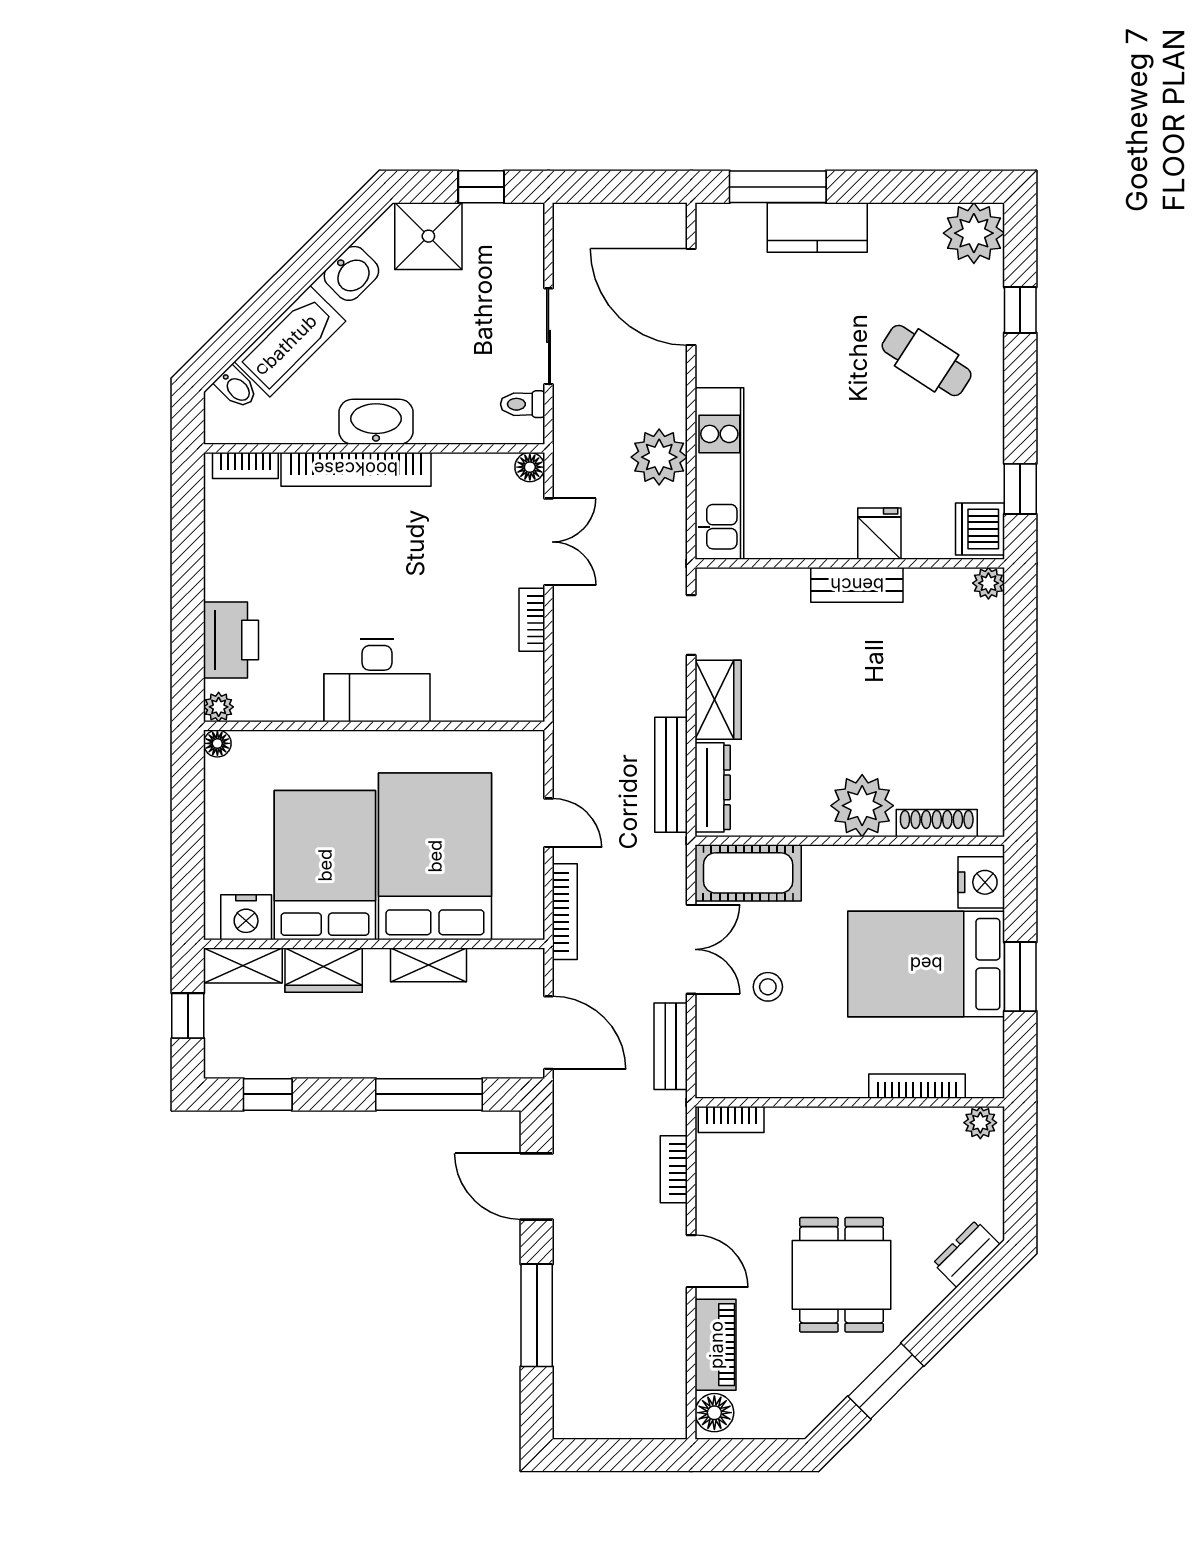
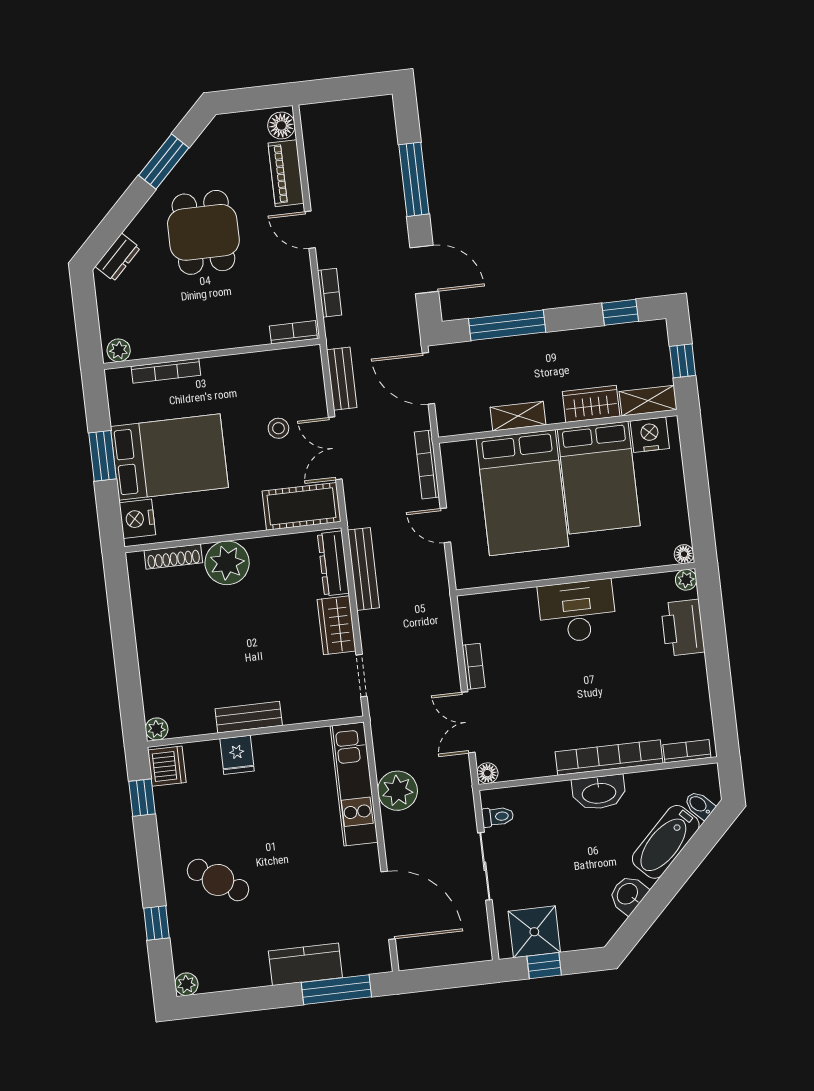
plant: (974, 233) -> (186, 984), width x0.53, depth x0.53
shower: (428, 236) -> (534, 932), moved

